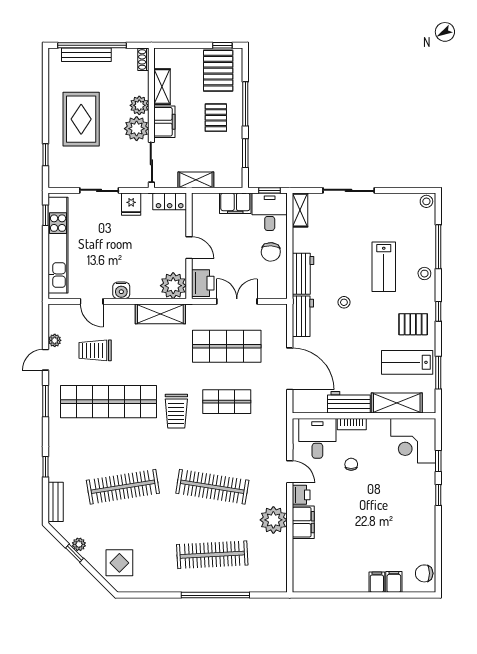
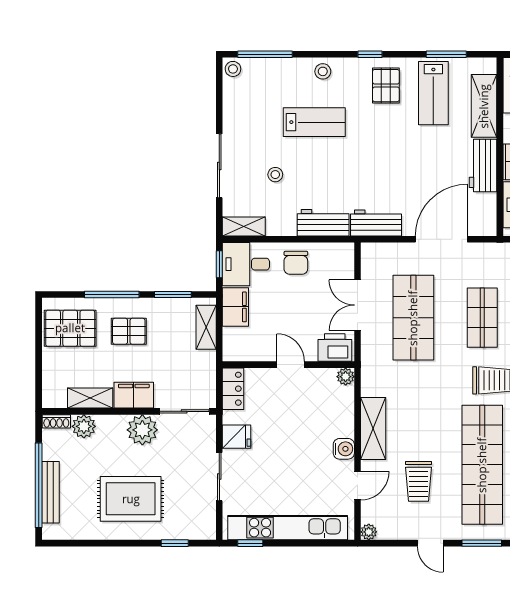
window: (222, 45) -> (39, 323), removed
plant: (139, 105) -> (84, 426), moved
shelving: (196, 180) -> (206, 327), moved
window: (438, 247) -> (265, 54), moved
door: (189, 248) -> (291, 365), hinge flipped
chair: (271, 252) -> (296, 263), turned 87
plant: (173, 286) -> (346, 377), width x0.53, depth x0.53
stool: (344, 302) -> (275, 175), moved
shelving: (160, 314) -> (373, 428), moved
plant: (55, 340) -> (369, 532), moved

